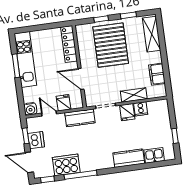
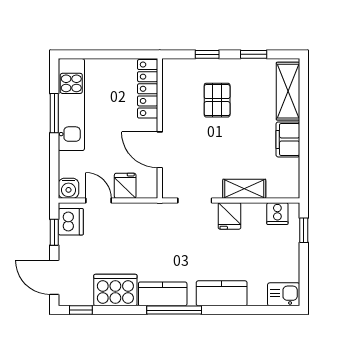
pallet: (111, 45) -> (217, 100), width x0.49, depth x0.50
filing cabinet: (157, 74) -> (288, 139), moved
cooker: (141, 109) -> (277, 214), moved
kitchen counter: (80, 118) -> (163, 294), moved, turned 180
window: (175, 136) -> (304, 230), moved
dishwasher: (36, 140) -> (71, 222), moved
kitchen sink: (154, 155) -> (284, 294), moved
window: (81, 175) -> (174, 310), moved

